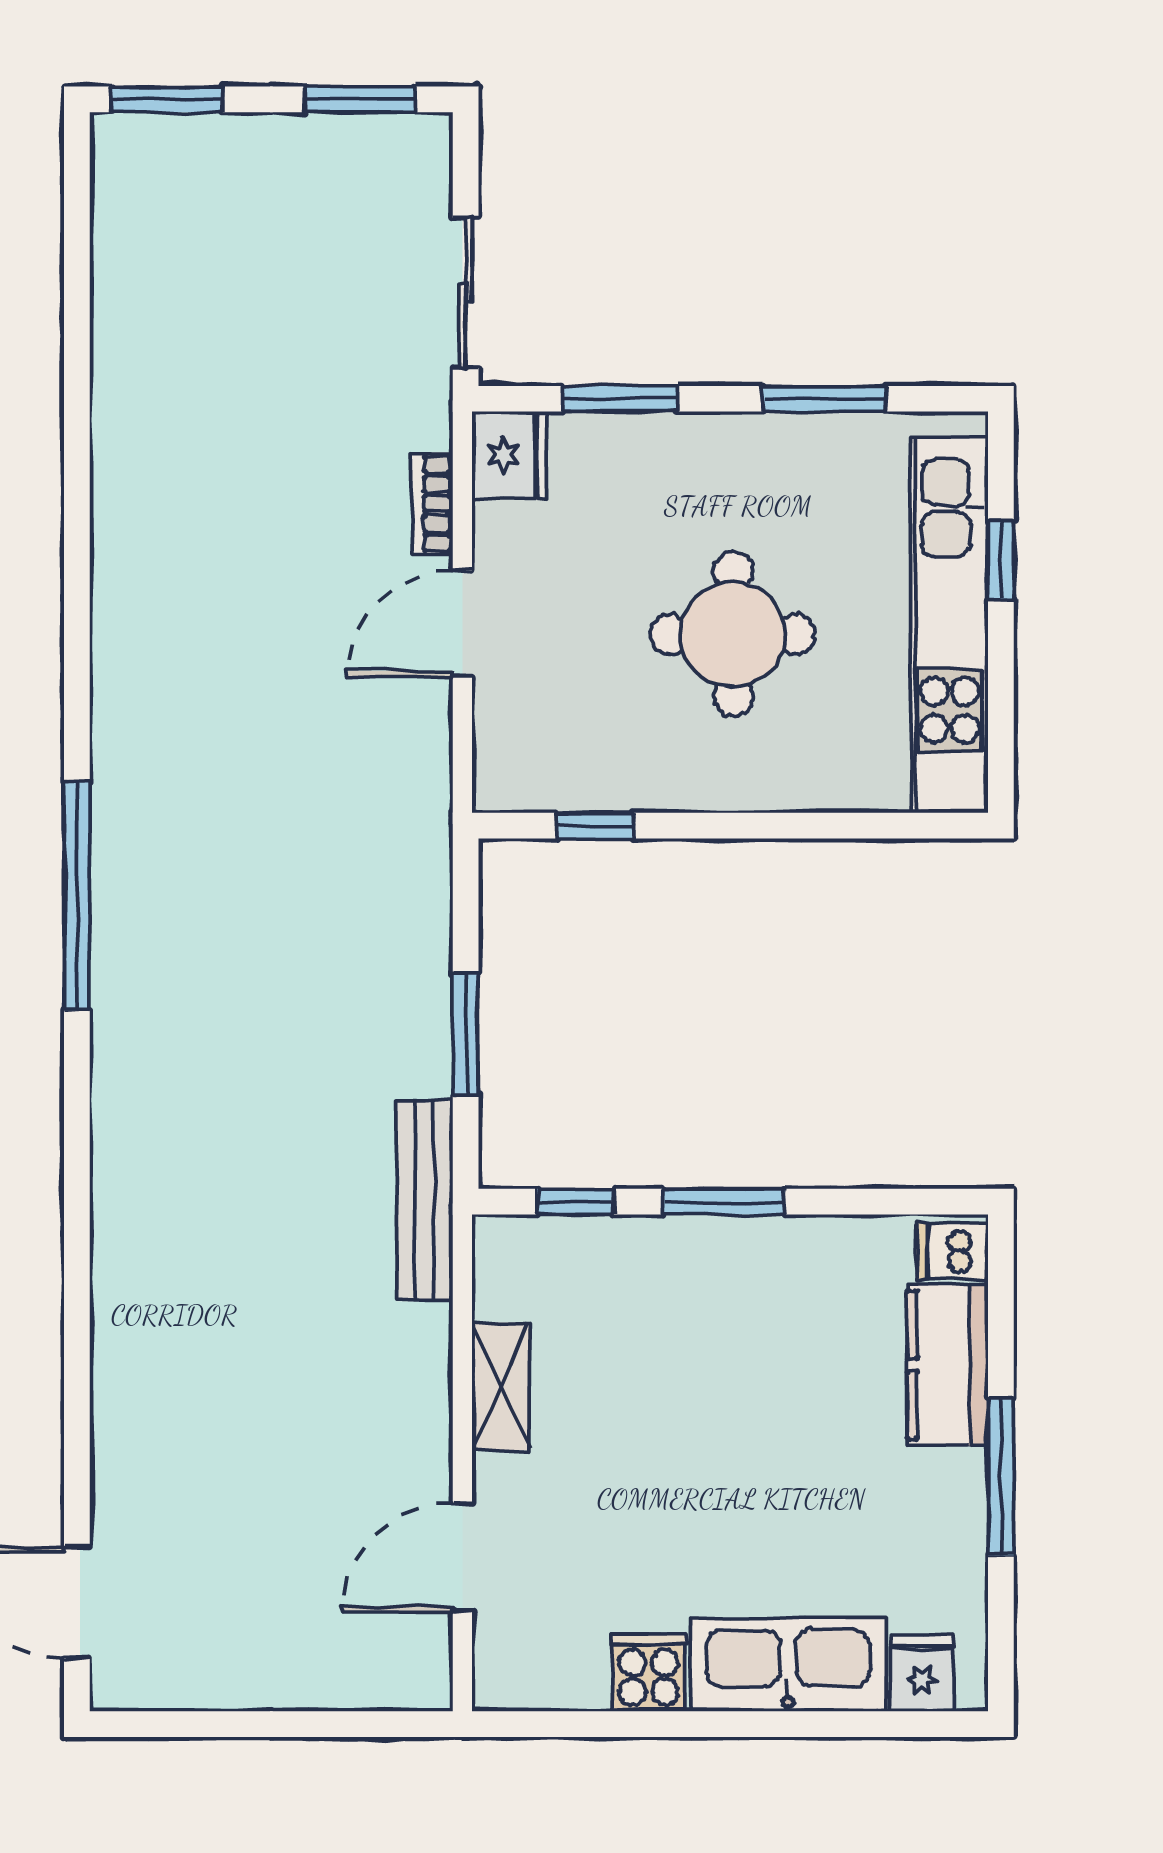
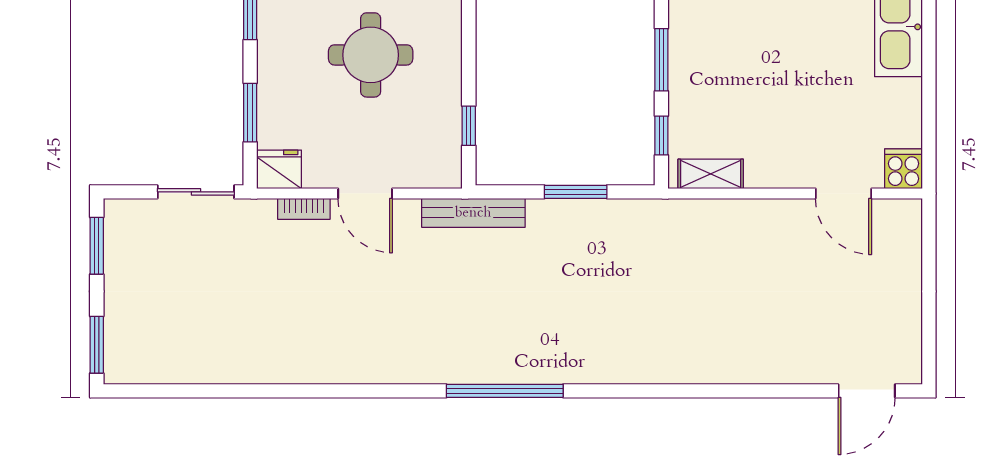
bench: (425, 1200) -> (473, 213), moved
shelving: (501, 1387) -> (711, 174), moved
cooker: (649, 1673) -> (904, 169), moved, turned 90

